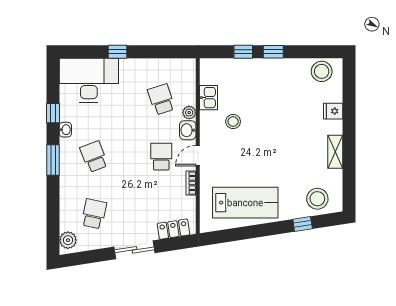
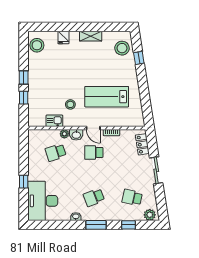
window: (53, 113) -> (129, 225), moved
lab bench: (245, 203) -> (107, 97), moved, turned -90

